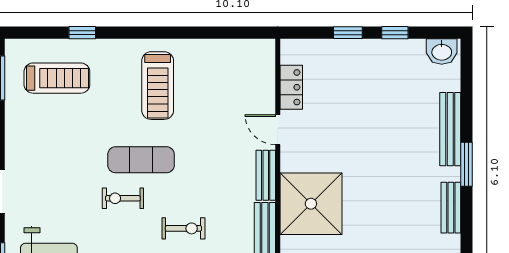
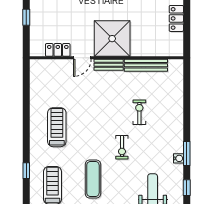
treadmill: (158, 86) -> (57, 127), turned -90
exercise mat: (141, 160) -> (93, 179), moved
shower: (311, 204) -> (112, 39), moved

